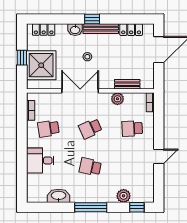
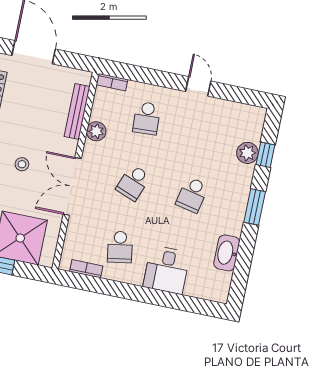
bench: (127, 84) -> (77, 112), width x1.36
school desk: (90, 129) -> (133, 183), turned 45
window: (91, 207) -> (255, 207), width x0.69
window: (137, 207) -> (265, 155), moved

